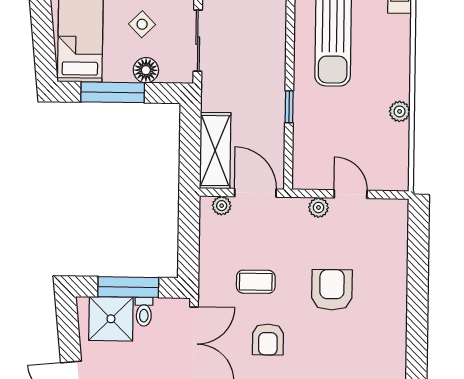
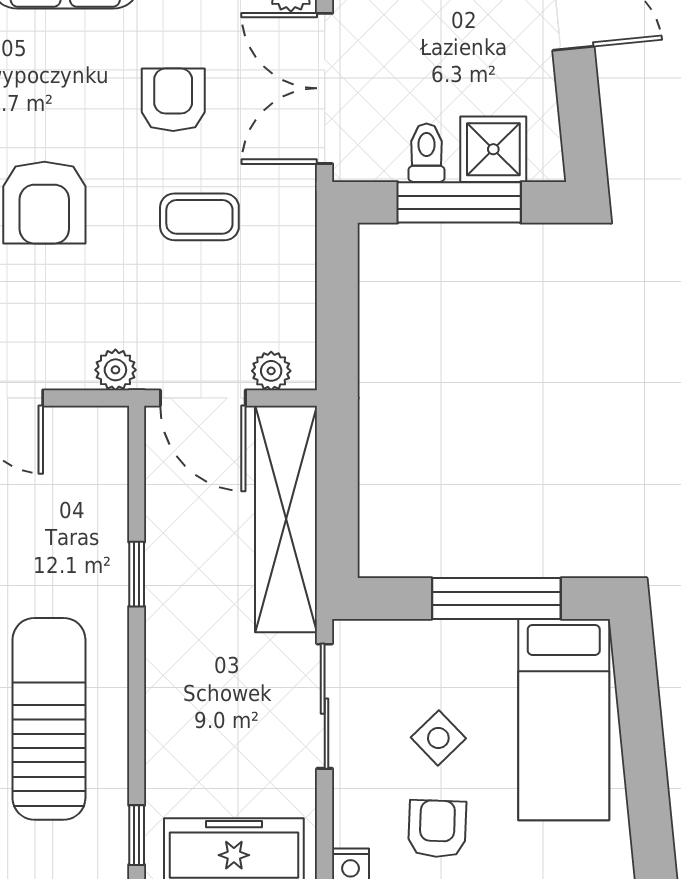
floor lamp: (146, 70) -> (429, 645), removed
shelving: (215, 151) -> (286, 519), width x1.47
plant: (319, 207) -> (115, 370), moved
shower: (111, 319) -> (493, 149), width x0.73, depth x0.73

